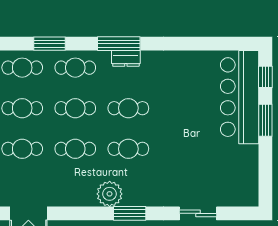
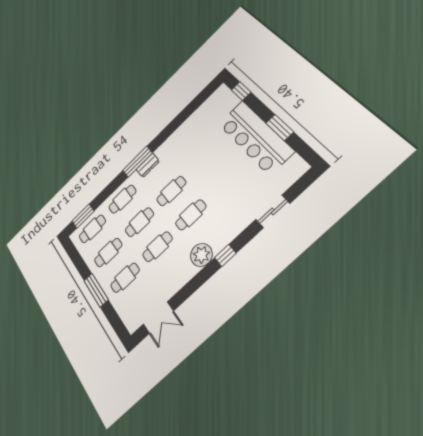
window: (50, 44) -> (83, 216), moved
bar counter: (240, 97) -> (255, 137), moved
window: (265, 120) -> (280, 127), moved
window: (130, 213) -> (225, 255), width x0.67

